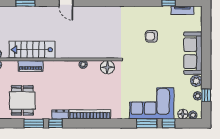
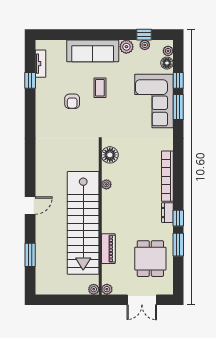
stairs: (32, 50) -> (83, 223), width x1.86, depth x1.51
coffee table: (163, 59) -> (100, 88), added
dining table: (22, 100) -> (150, 259), turned 90

